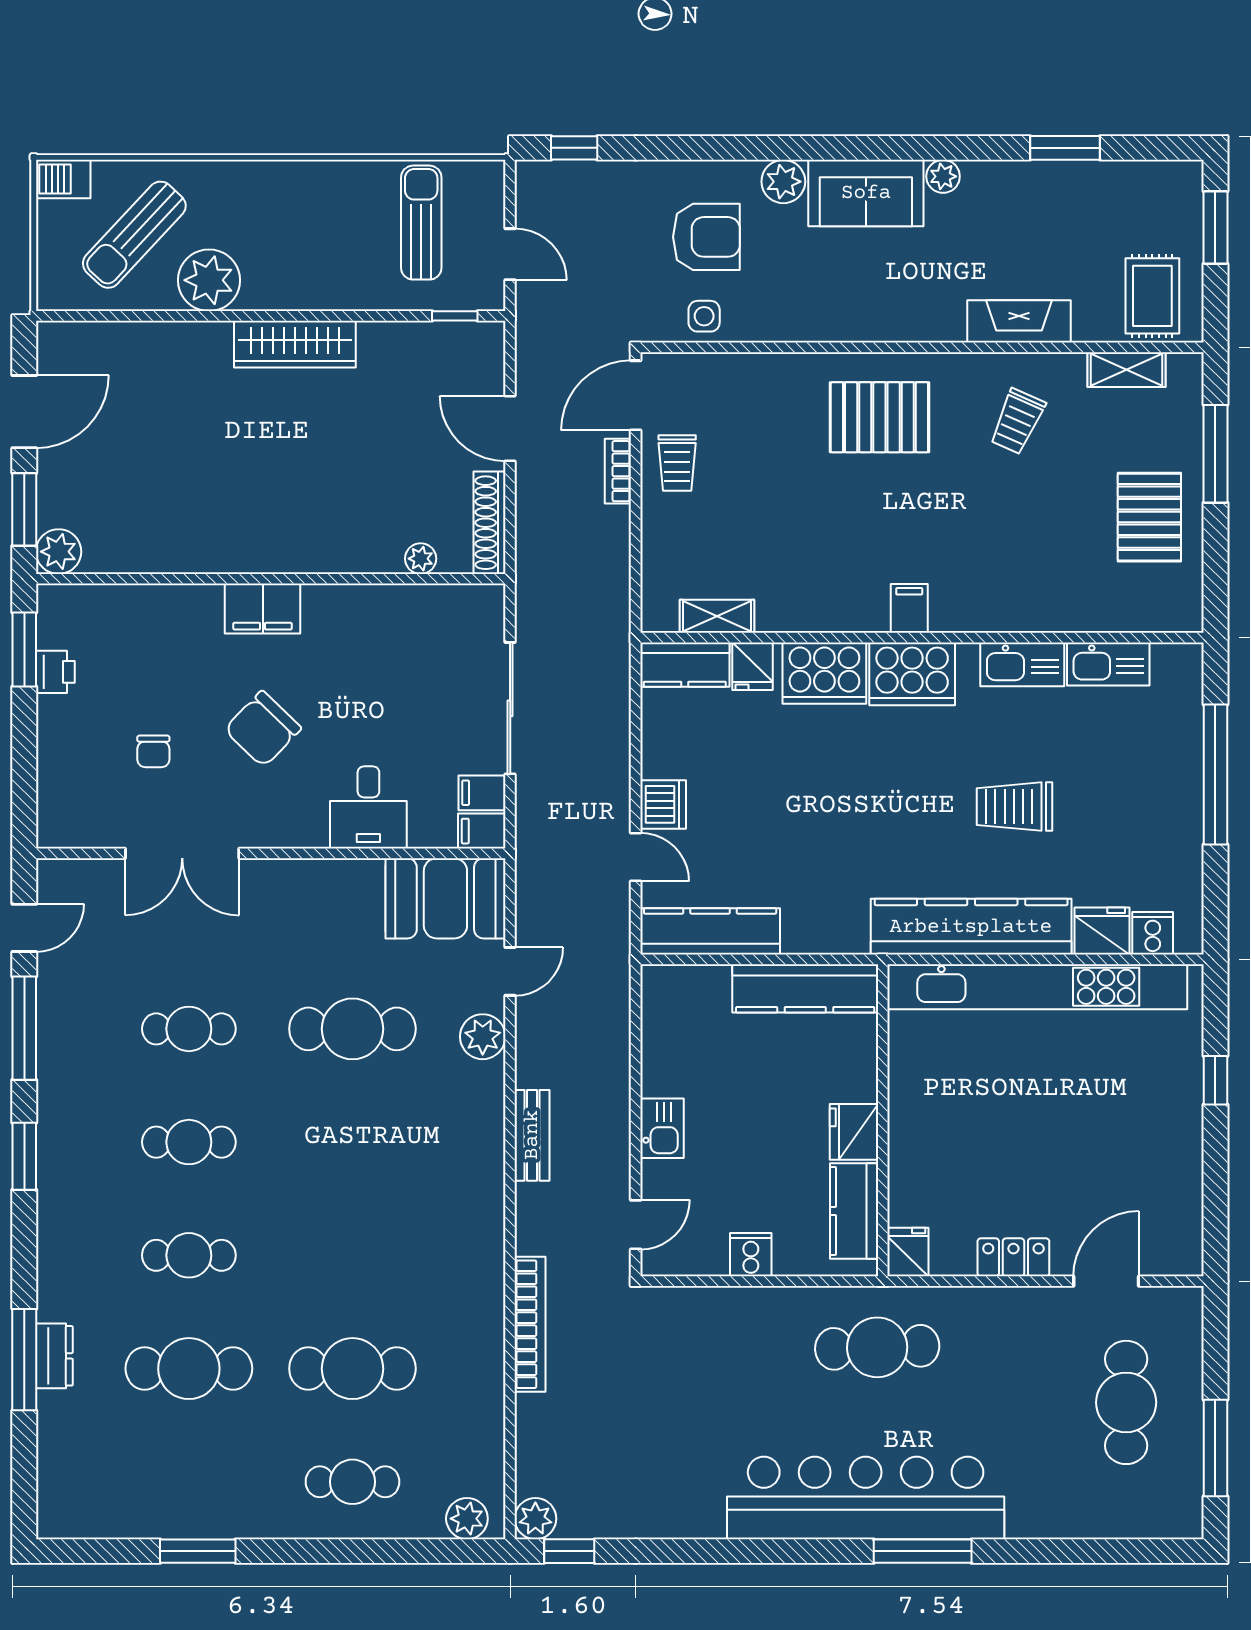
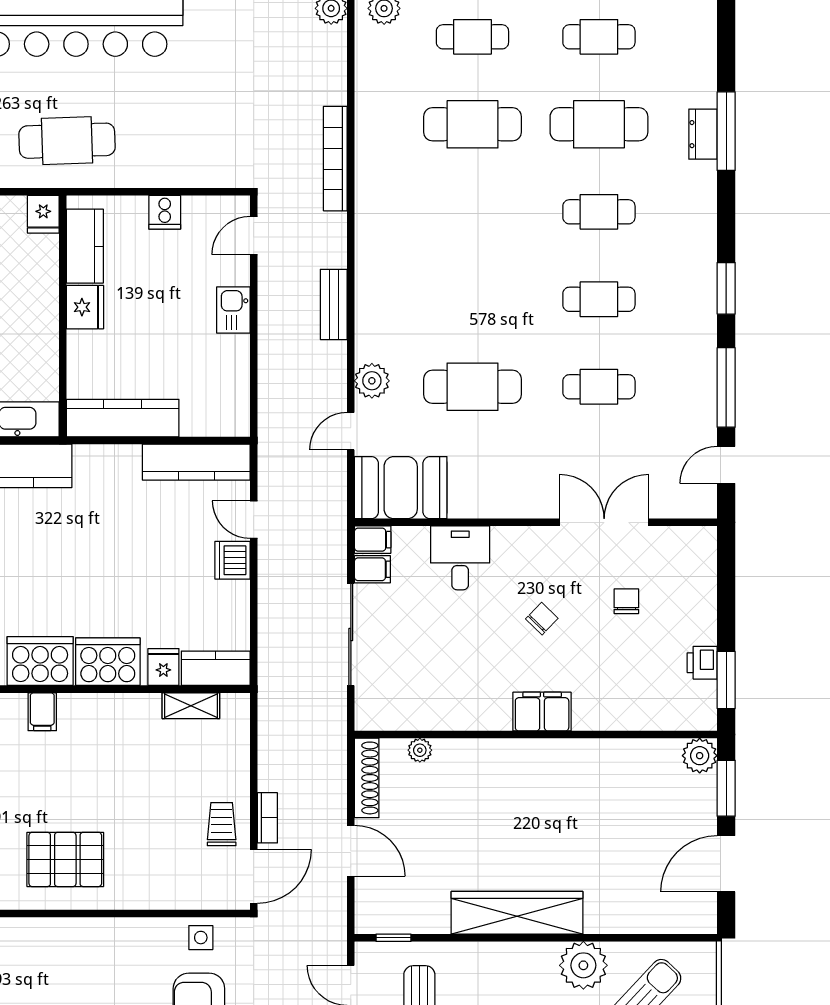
wardrobe: (295, 344) -> (517, 913), width x1.40, depth x1.17
chair: (263, 729) -> (542, 619), width x0.54, depth x0.54
cafe table: (189, 1482) -> (599, 37), added

